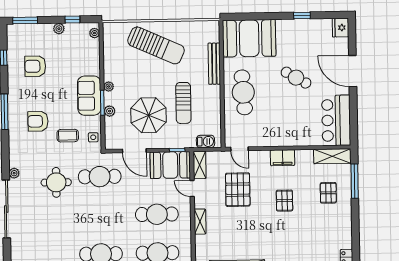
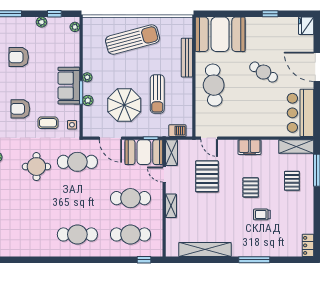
sun lounger: (156, 45) -> (132, 40), turned -39
trolley: (297, 229) -> (262, 214), added

